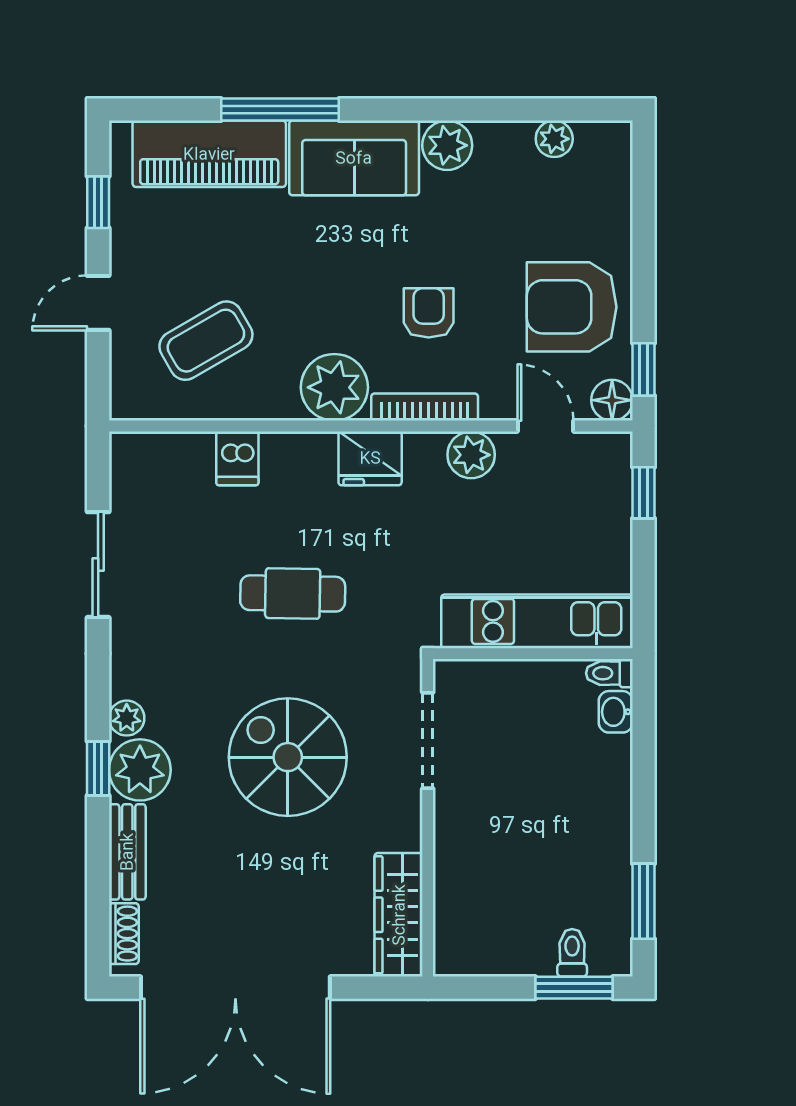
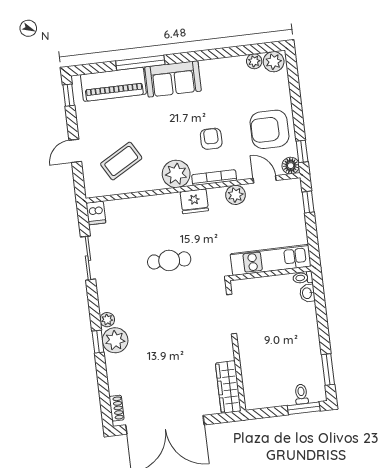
plant: (447, 145) -> (274, 62), moved
window: (98, 202) -> (69, 95), moved
dishwasher: (237, 458) -> (96, 213), moved
spiral stairs: (288, 757) -> (175, 328), removed
bench: (127, 852) -> (114, 374), removed

